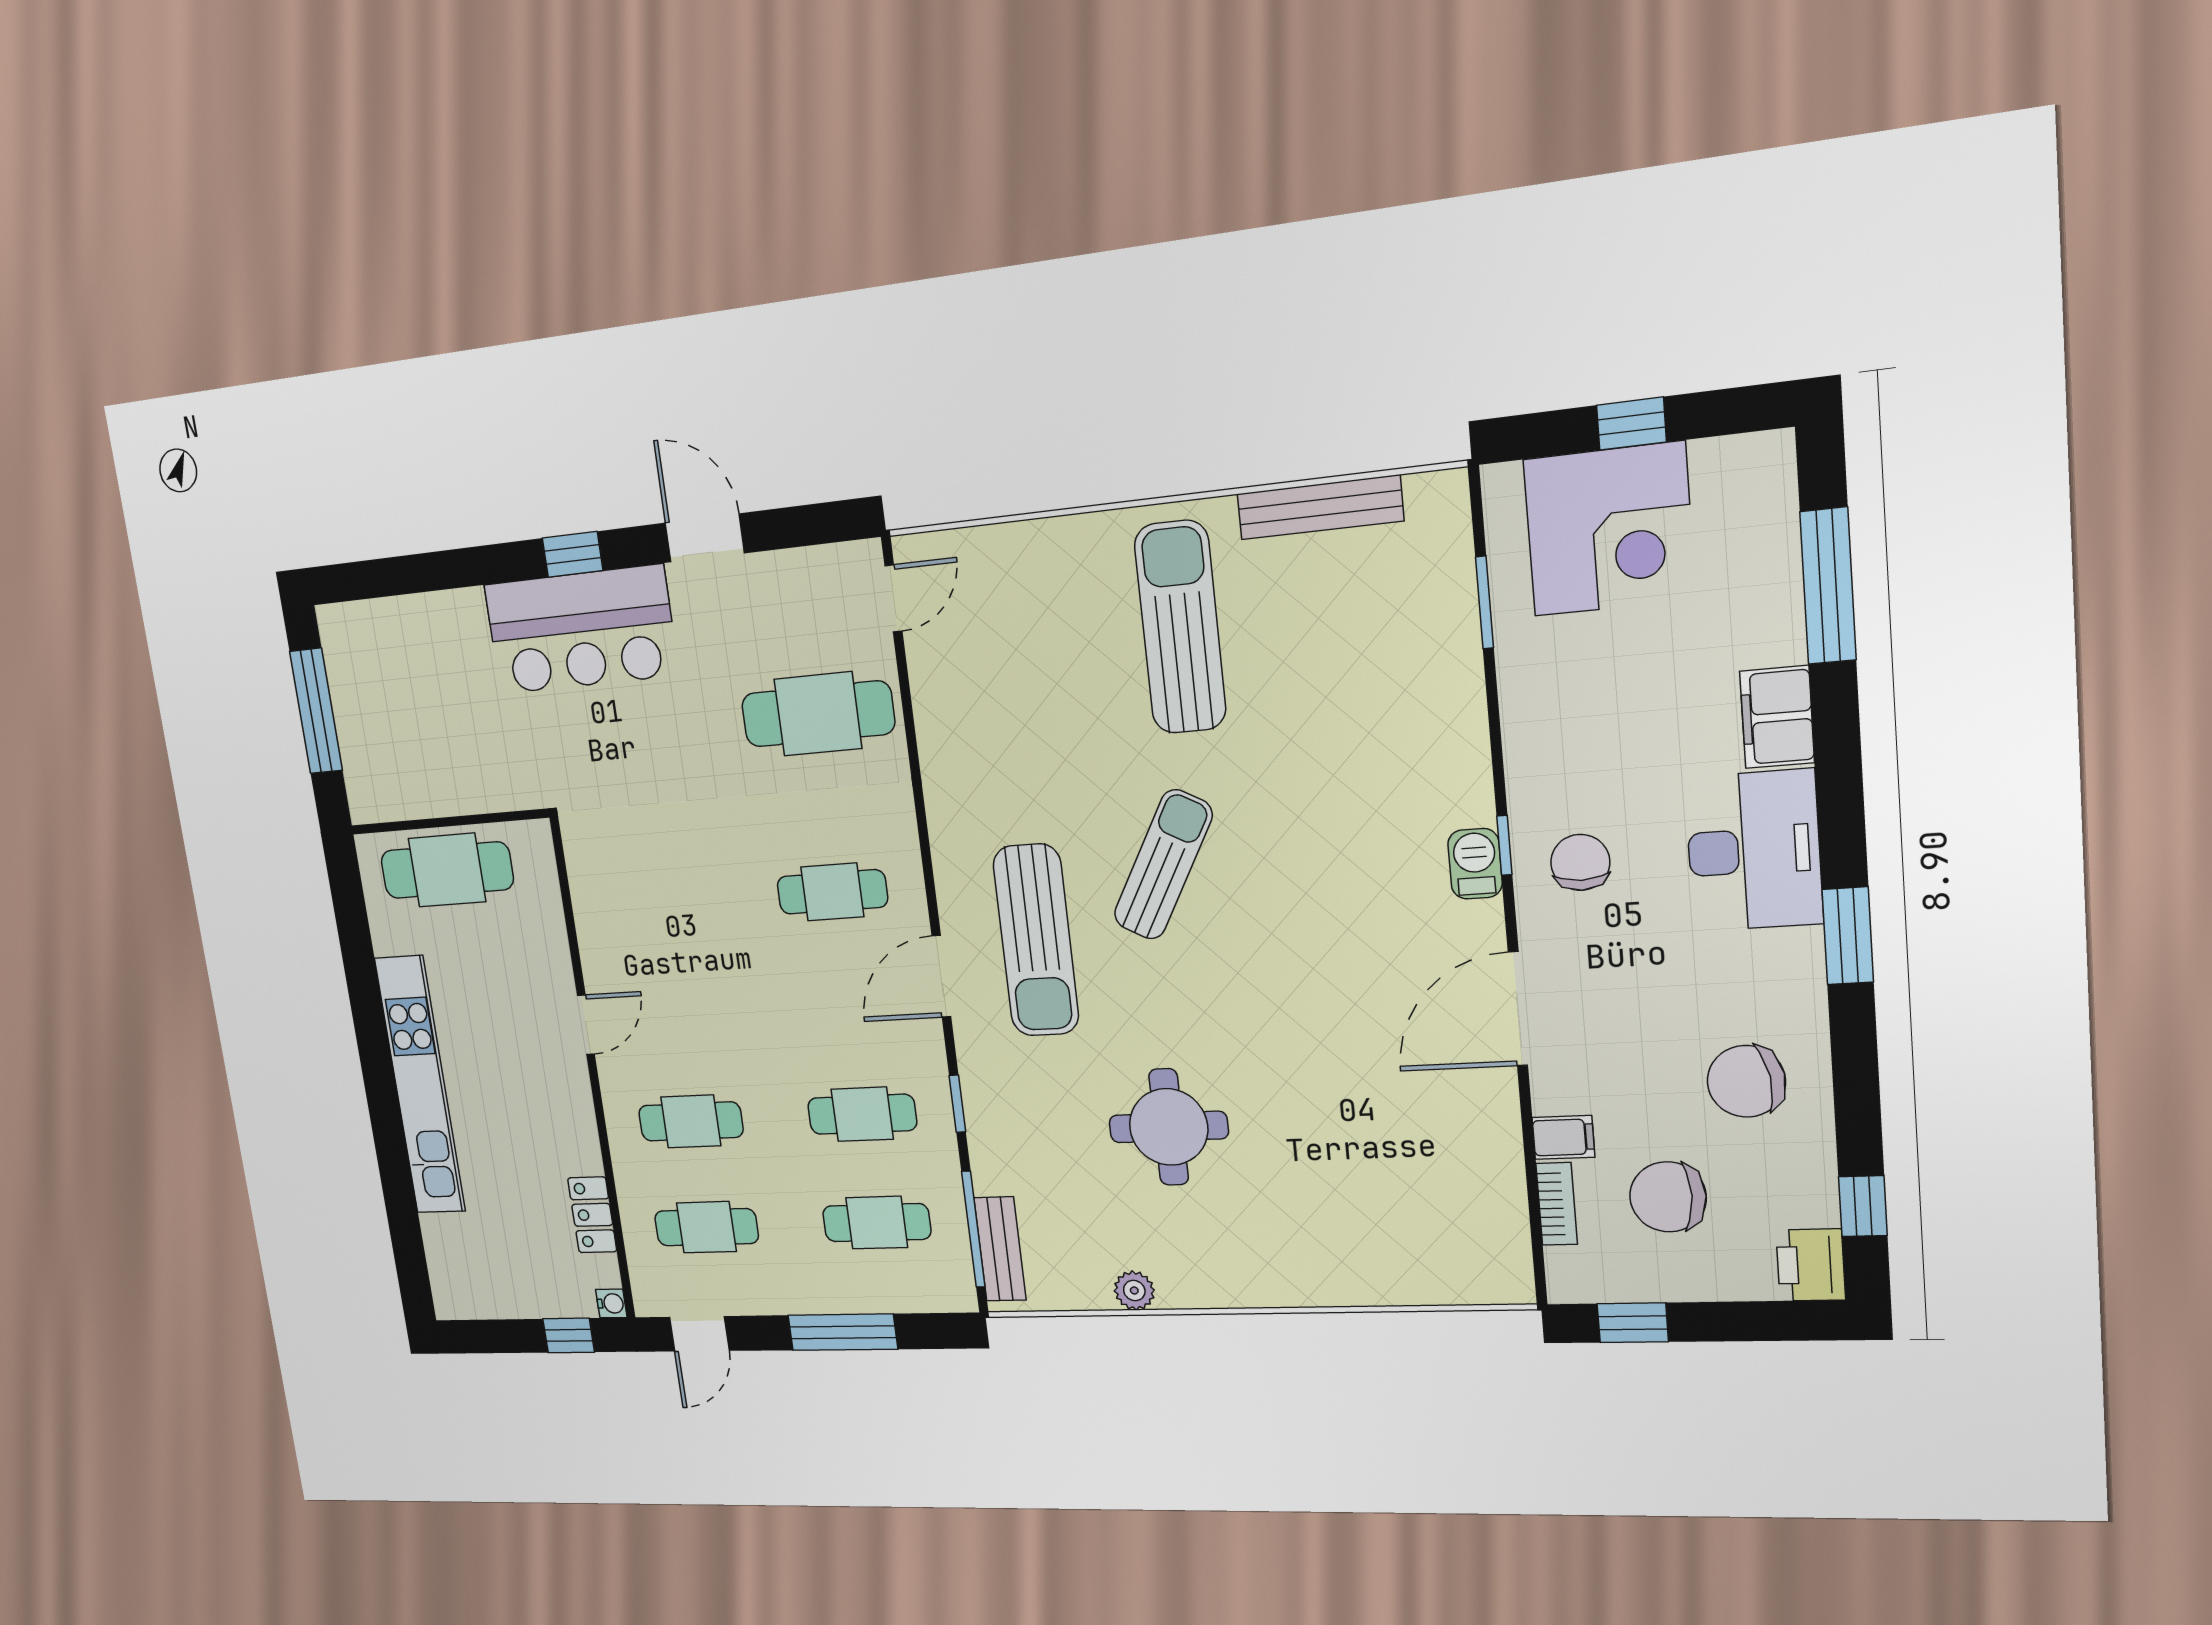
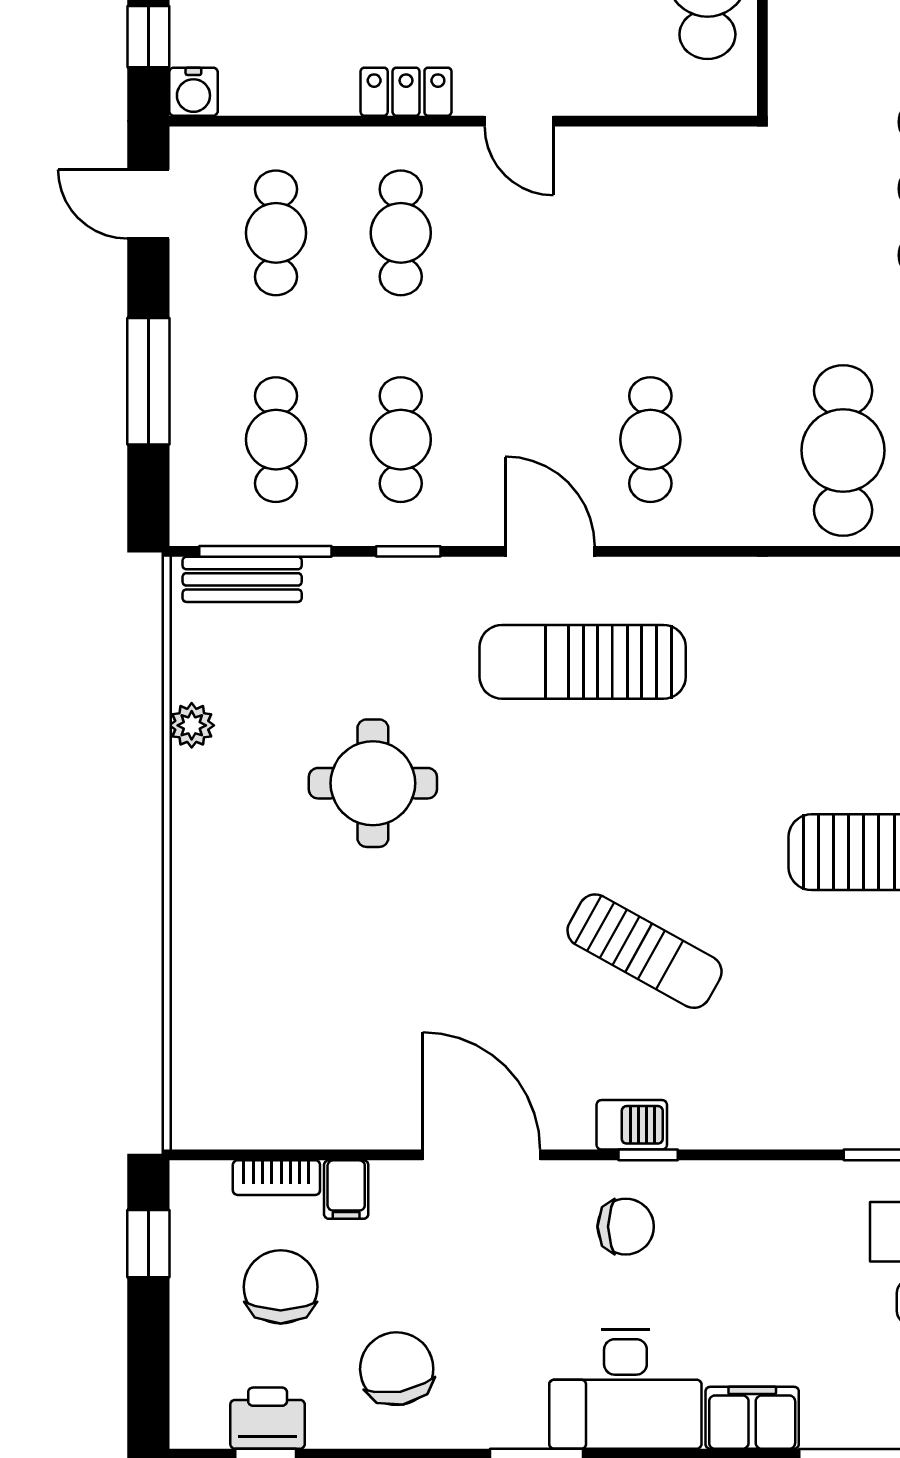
sun lounger: (1163, 865) -> (645, 951), moved
locker: (592, 1215) -> (406, 92), moved
printer: (1811, 1265) -> (268, 1418), moved
water cooler: (611, 1303) -> (193, 92), width x1.38, depth x1.38

